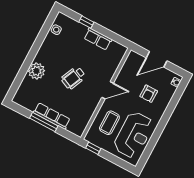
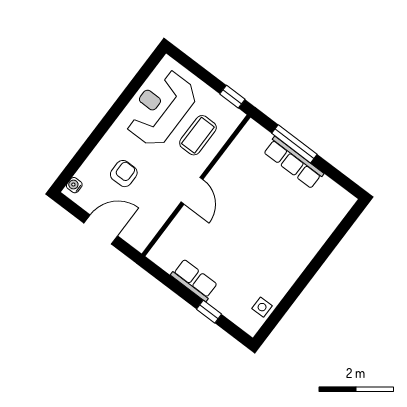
plant: (36, 71) -> (307, 243), removed
wheelchair: (73, 78) -> (247, 221), removed
door: (108, 90) -> (192, 191), swing flipped
window: (44, 122) -> (294, 144), moved

